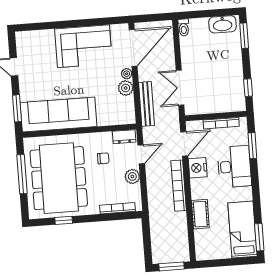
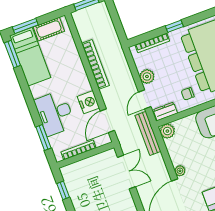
plant: (126, 88) -> (167, 131), moved
bench: (147, 104) -> (148, 133), moved
chair: (103, 158) -> (188, 94), moved
bookcase: (179, 186) -> (95, 64), moved
cot: (200, 214) -> (49, 29), moved, turned 90
window: (64, 220) -> (174, 26), moved
window: (239, 261) -> (25, 26), added

